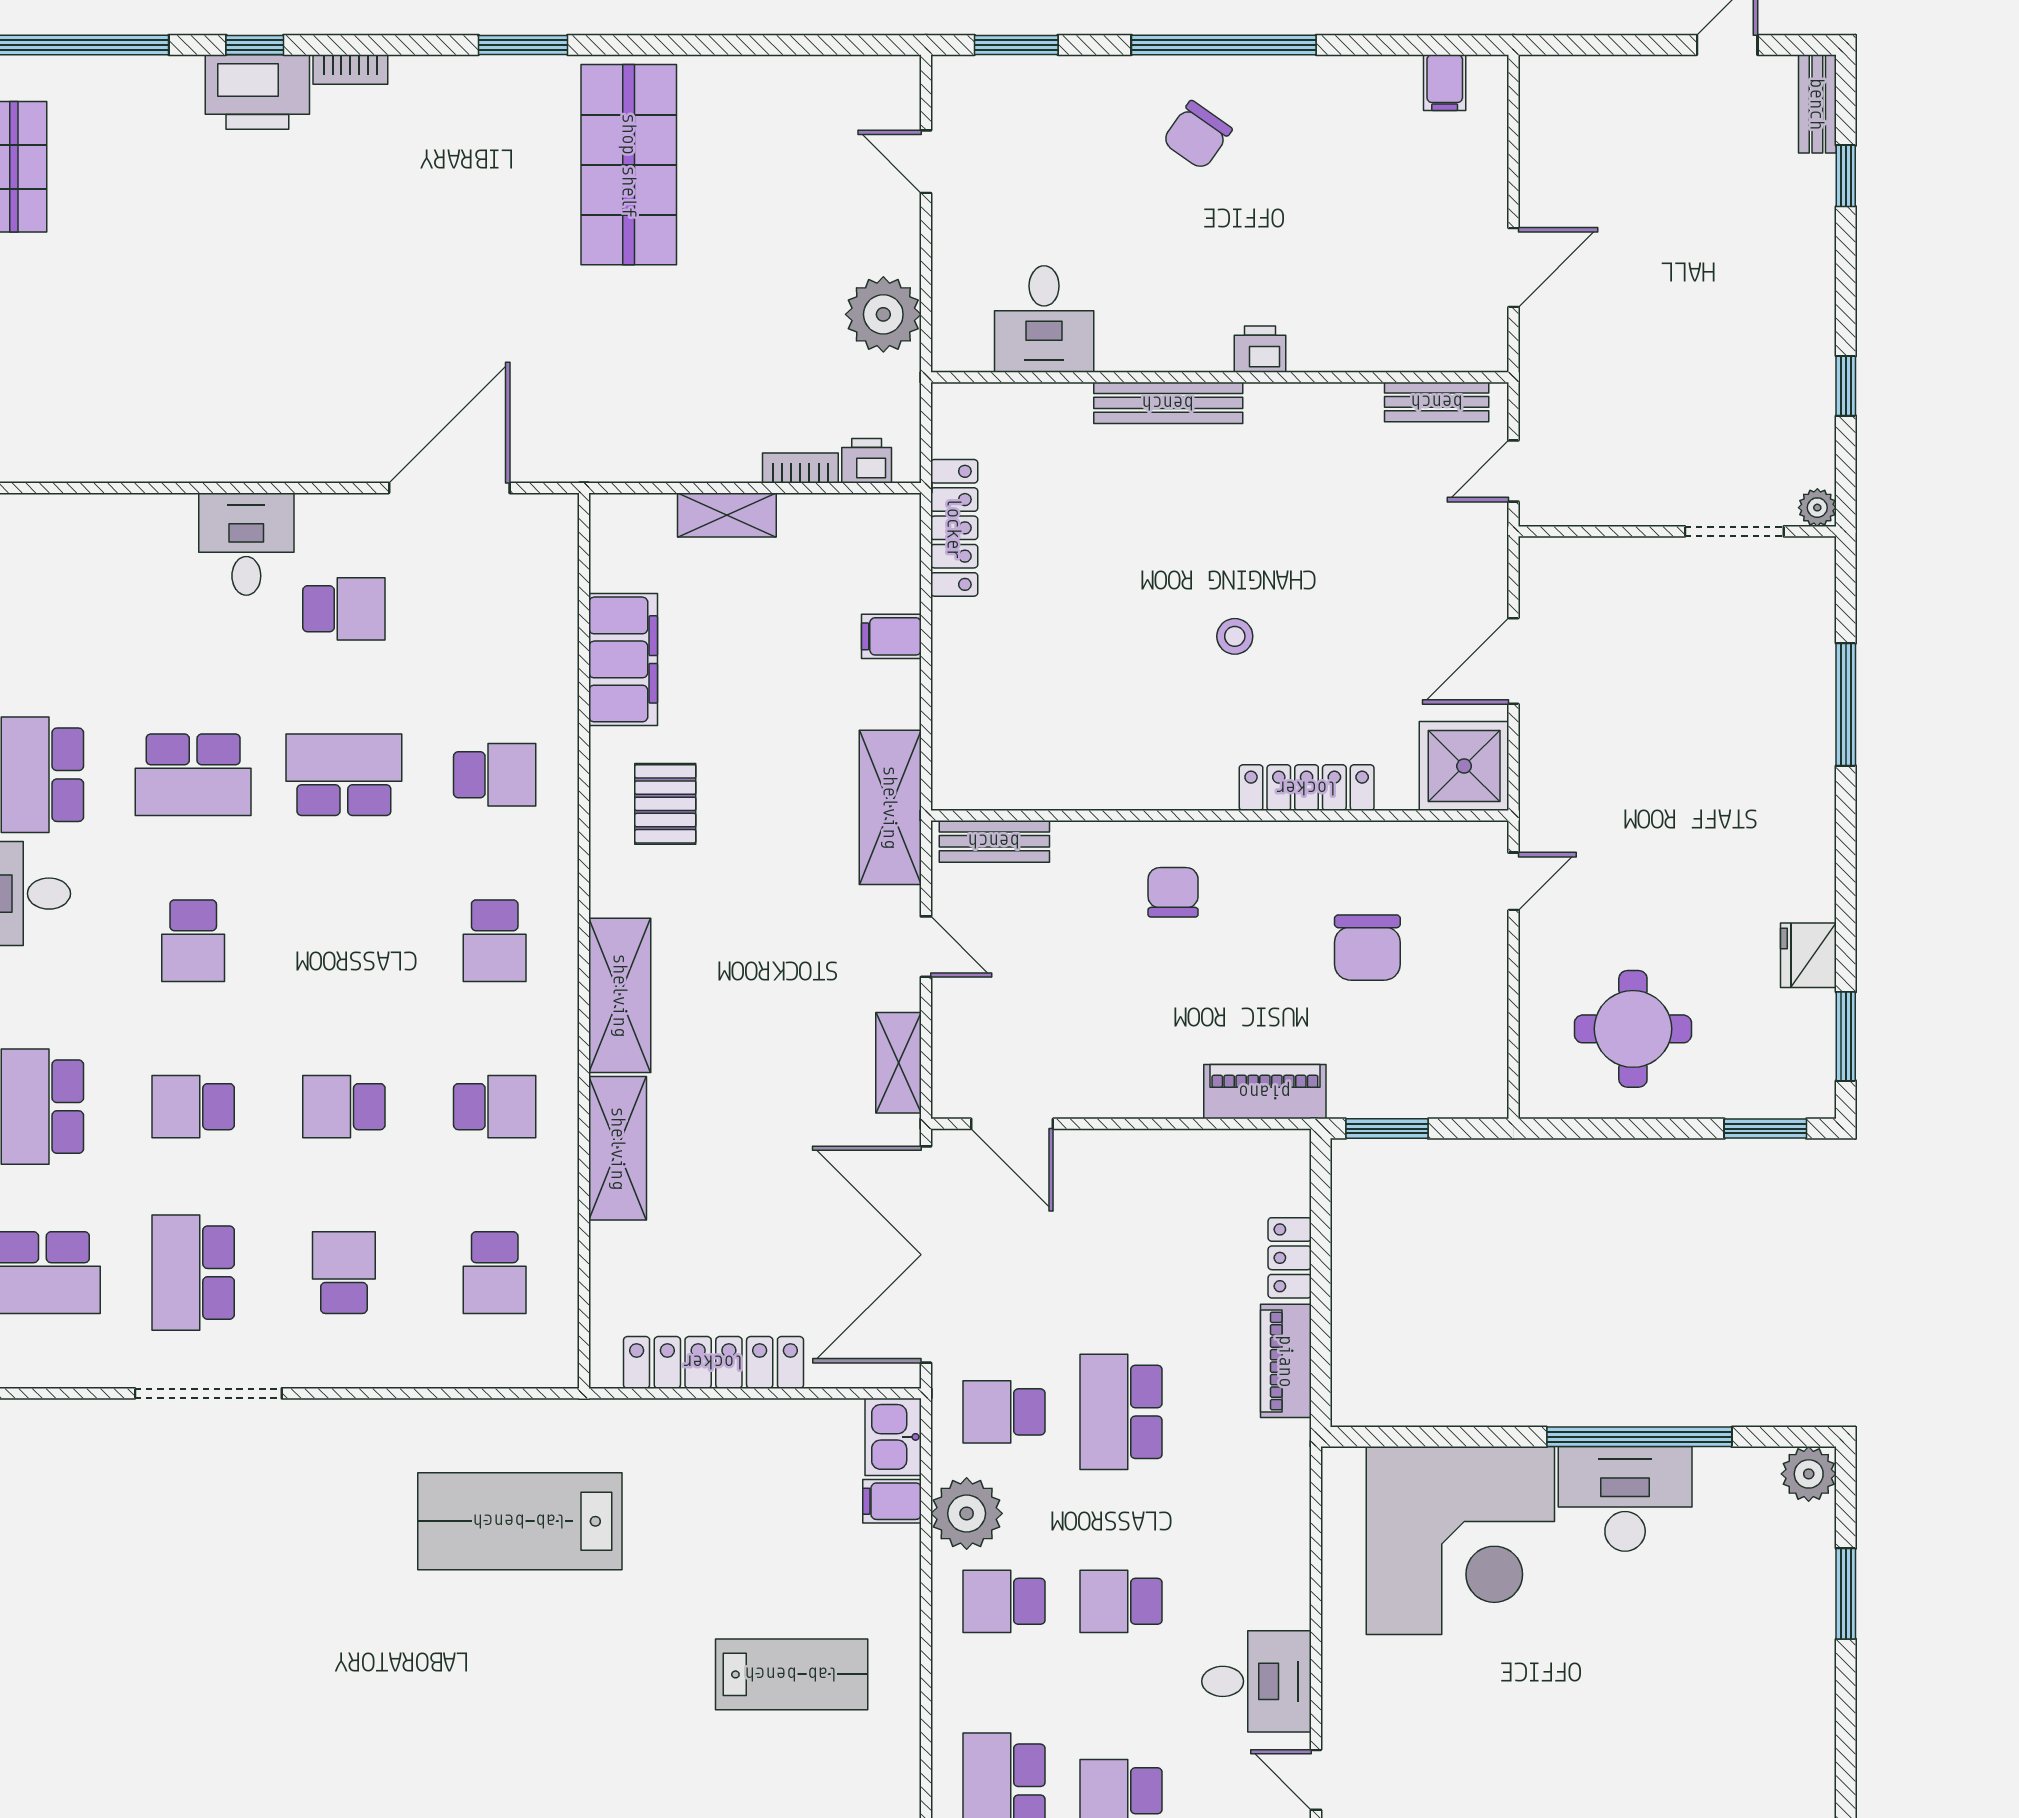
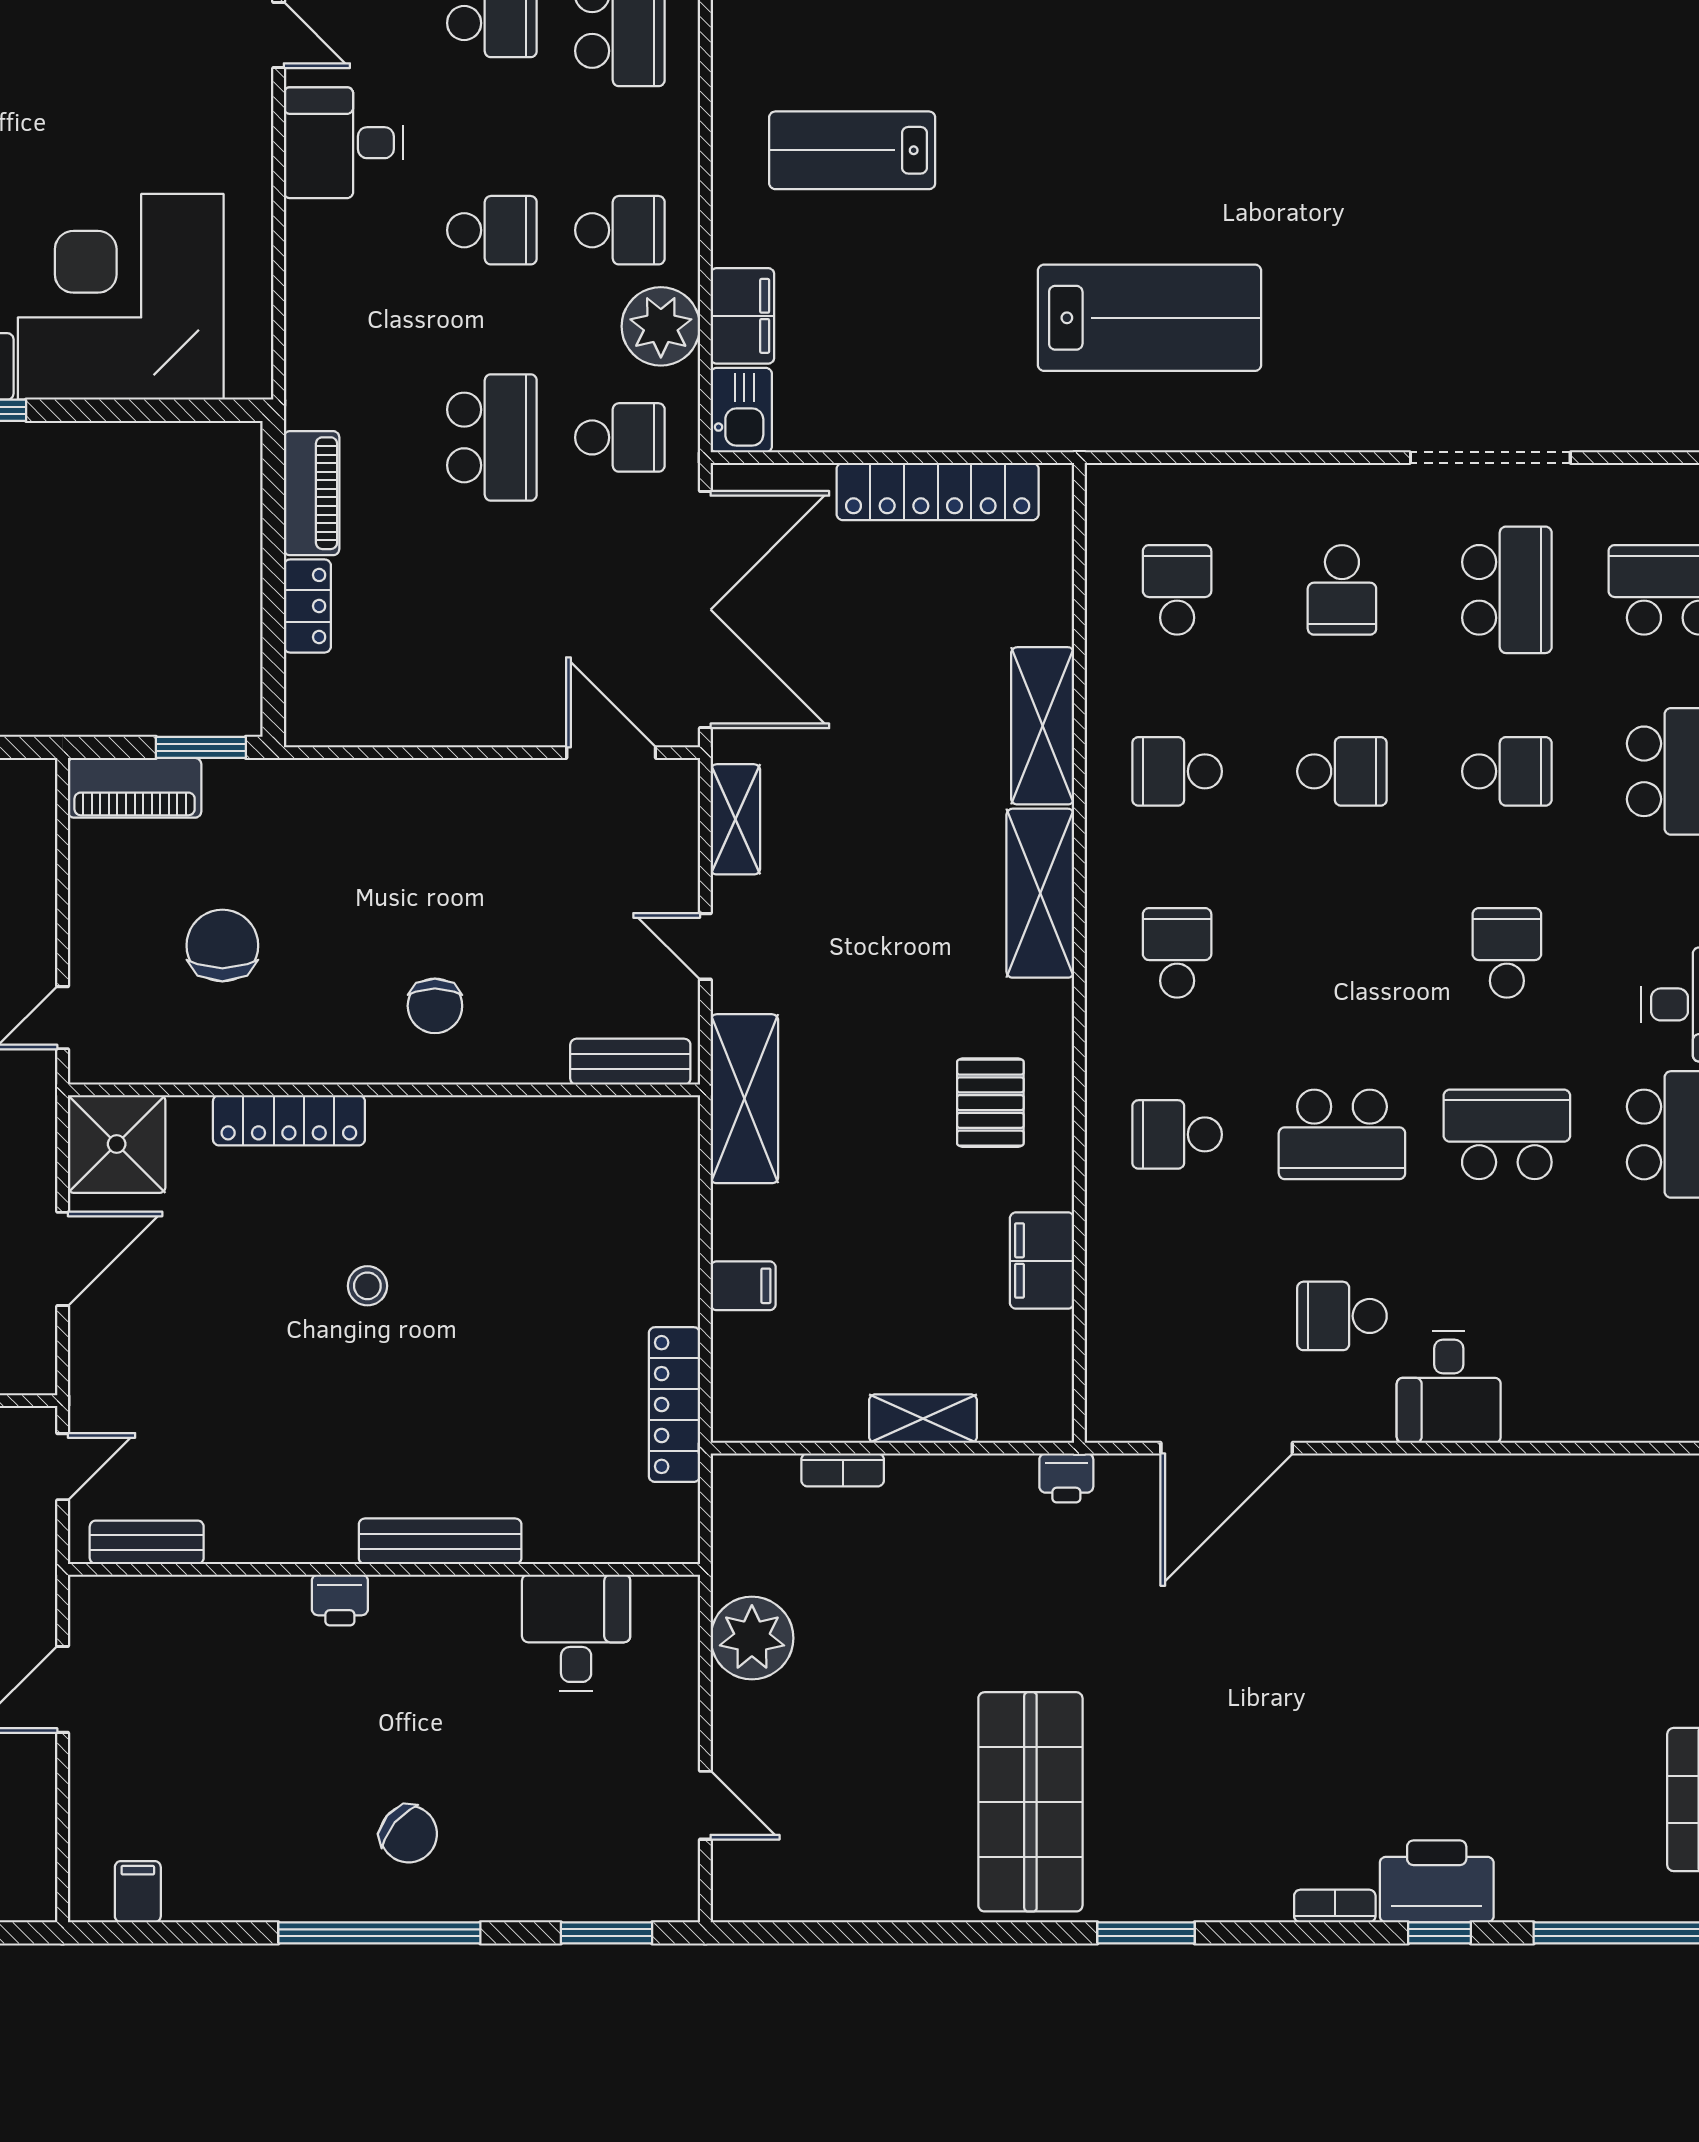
chair: (1197, 135) -> (409, 1834), turned 95
printer: (867, 461) -> (1066, 1478), moved
filing cabinet: (623, 659) -> (1042, 1261), width x0.67, depth x0.86
piano: (1265, 1092) -> (135, 788), moved
filing cabinet: (892, 1501) -> (742, 316), width x2.00

